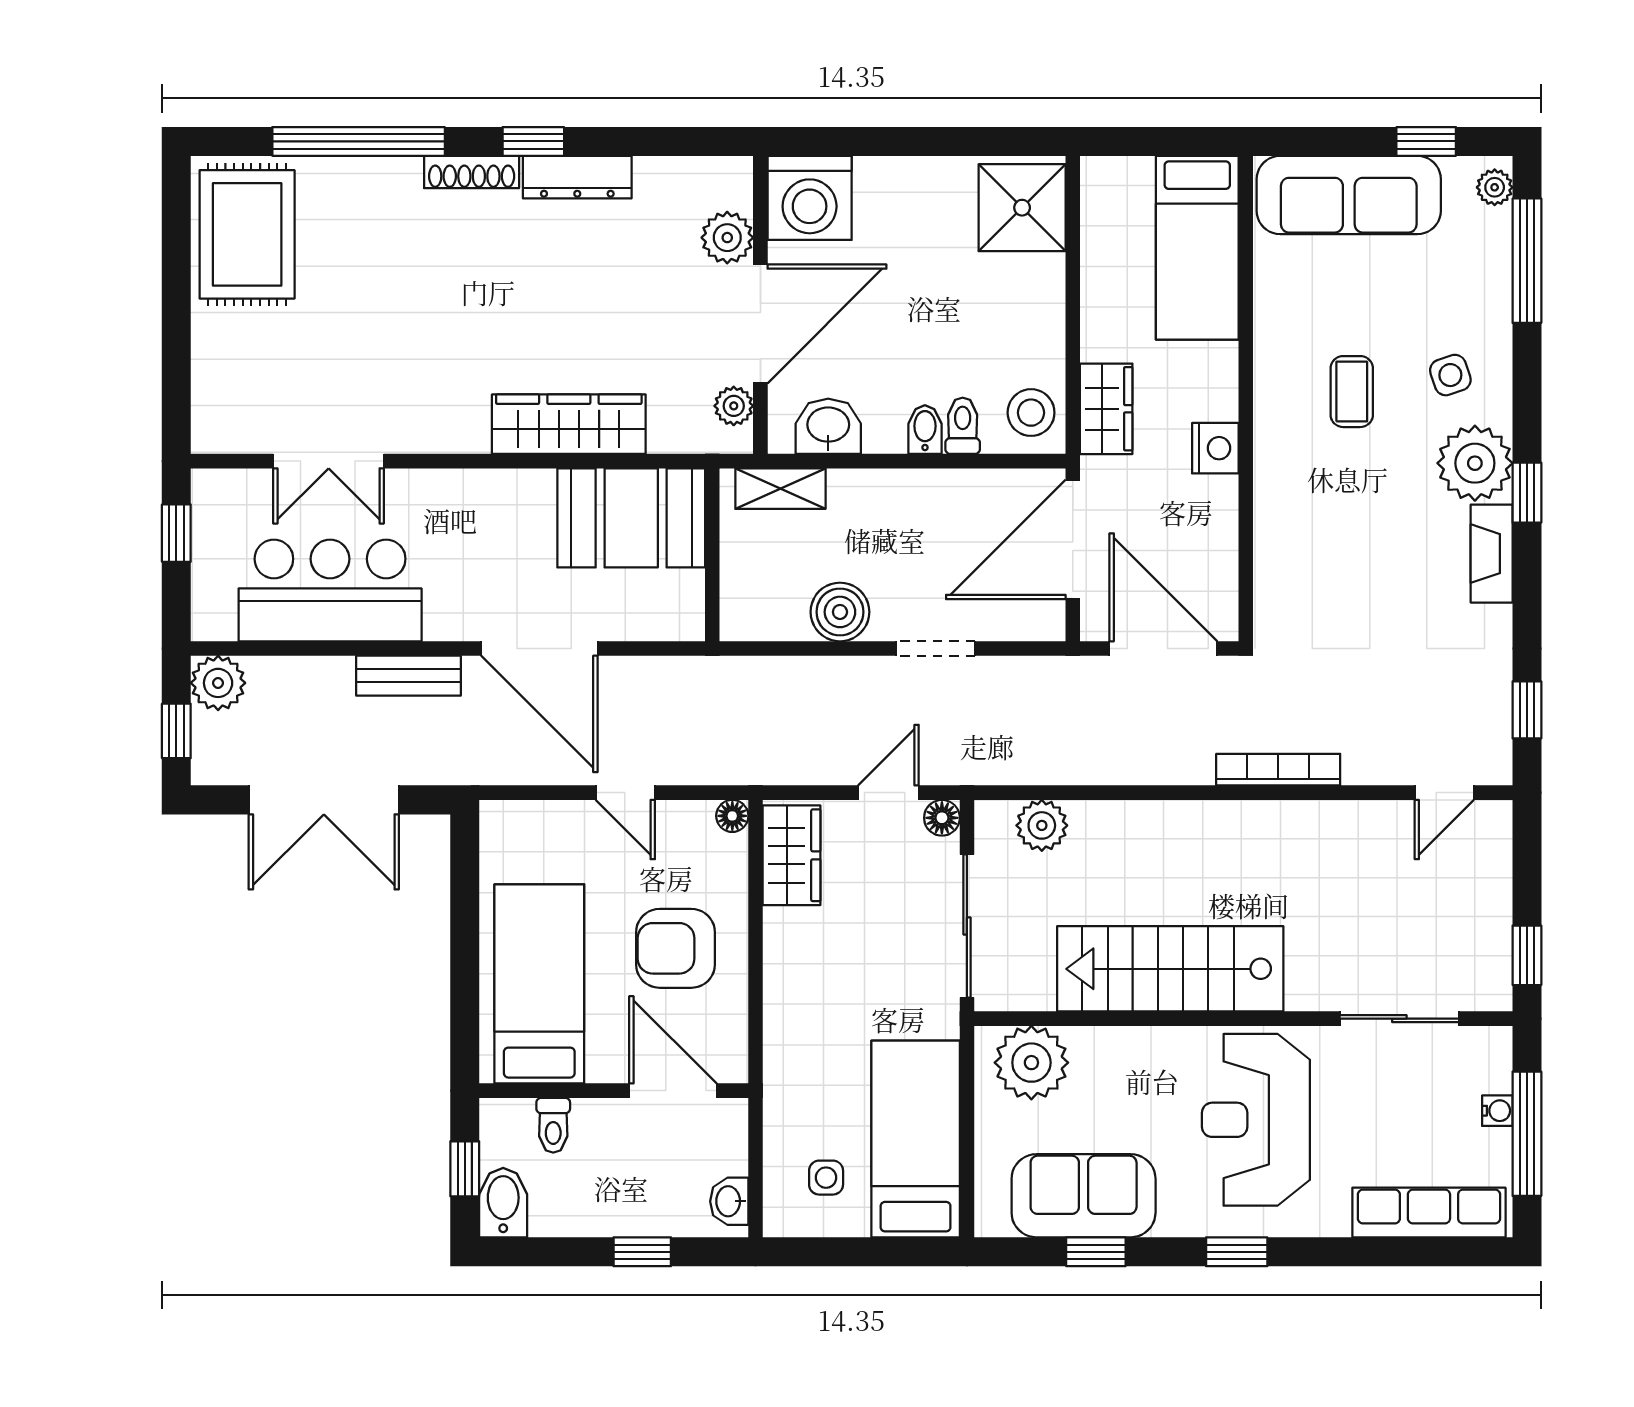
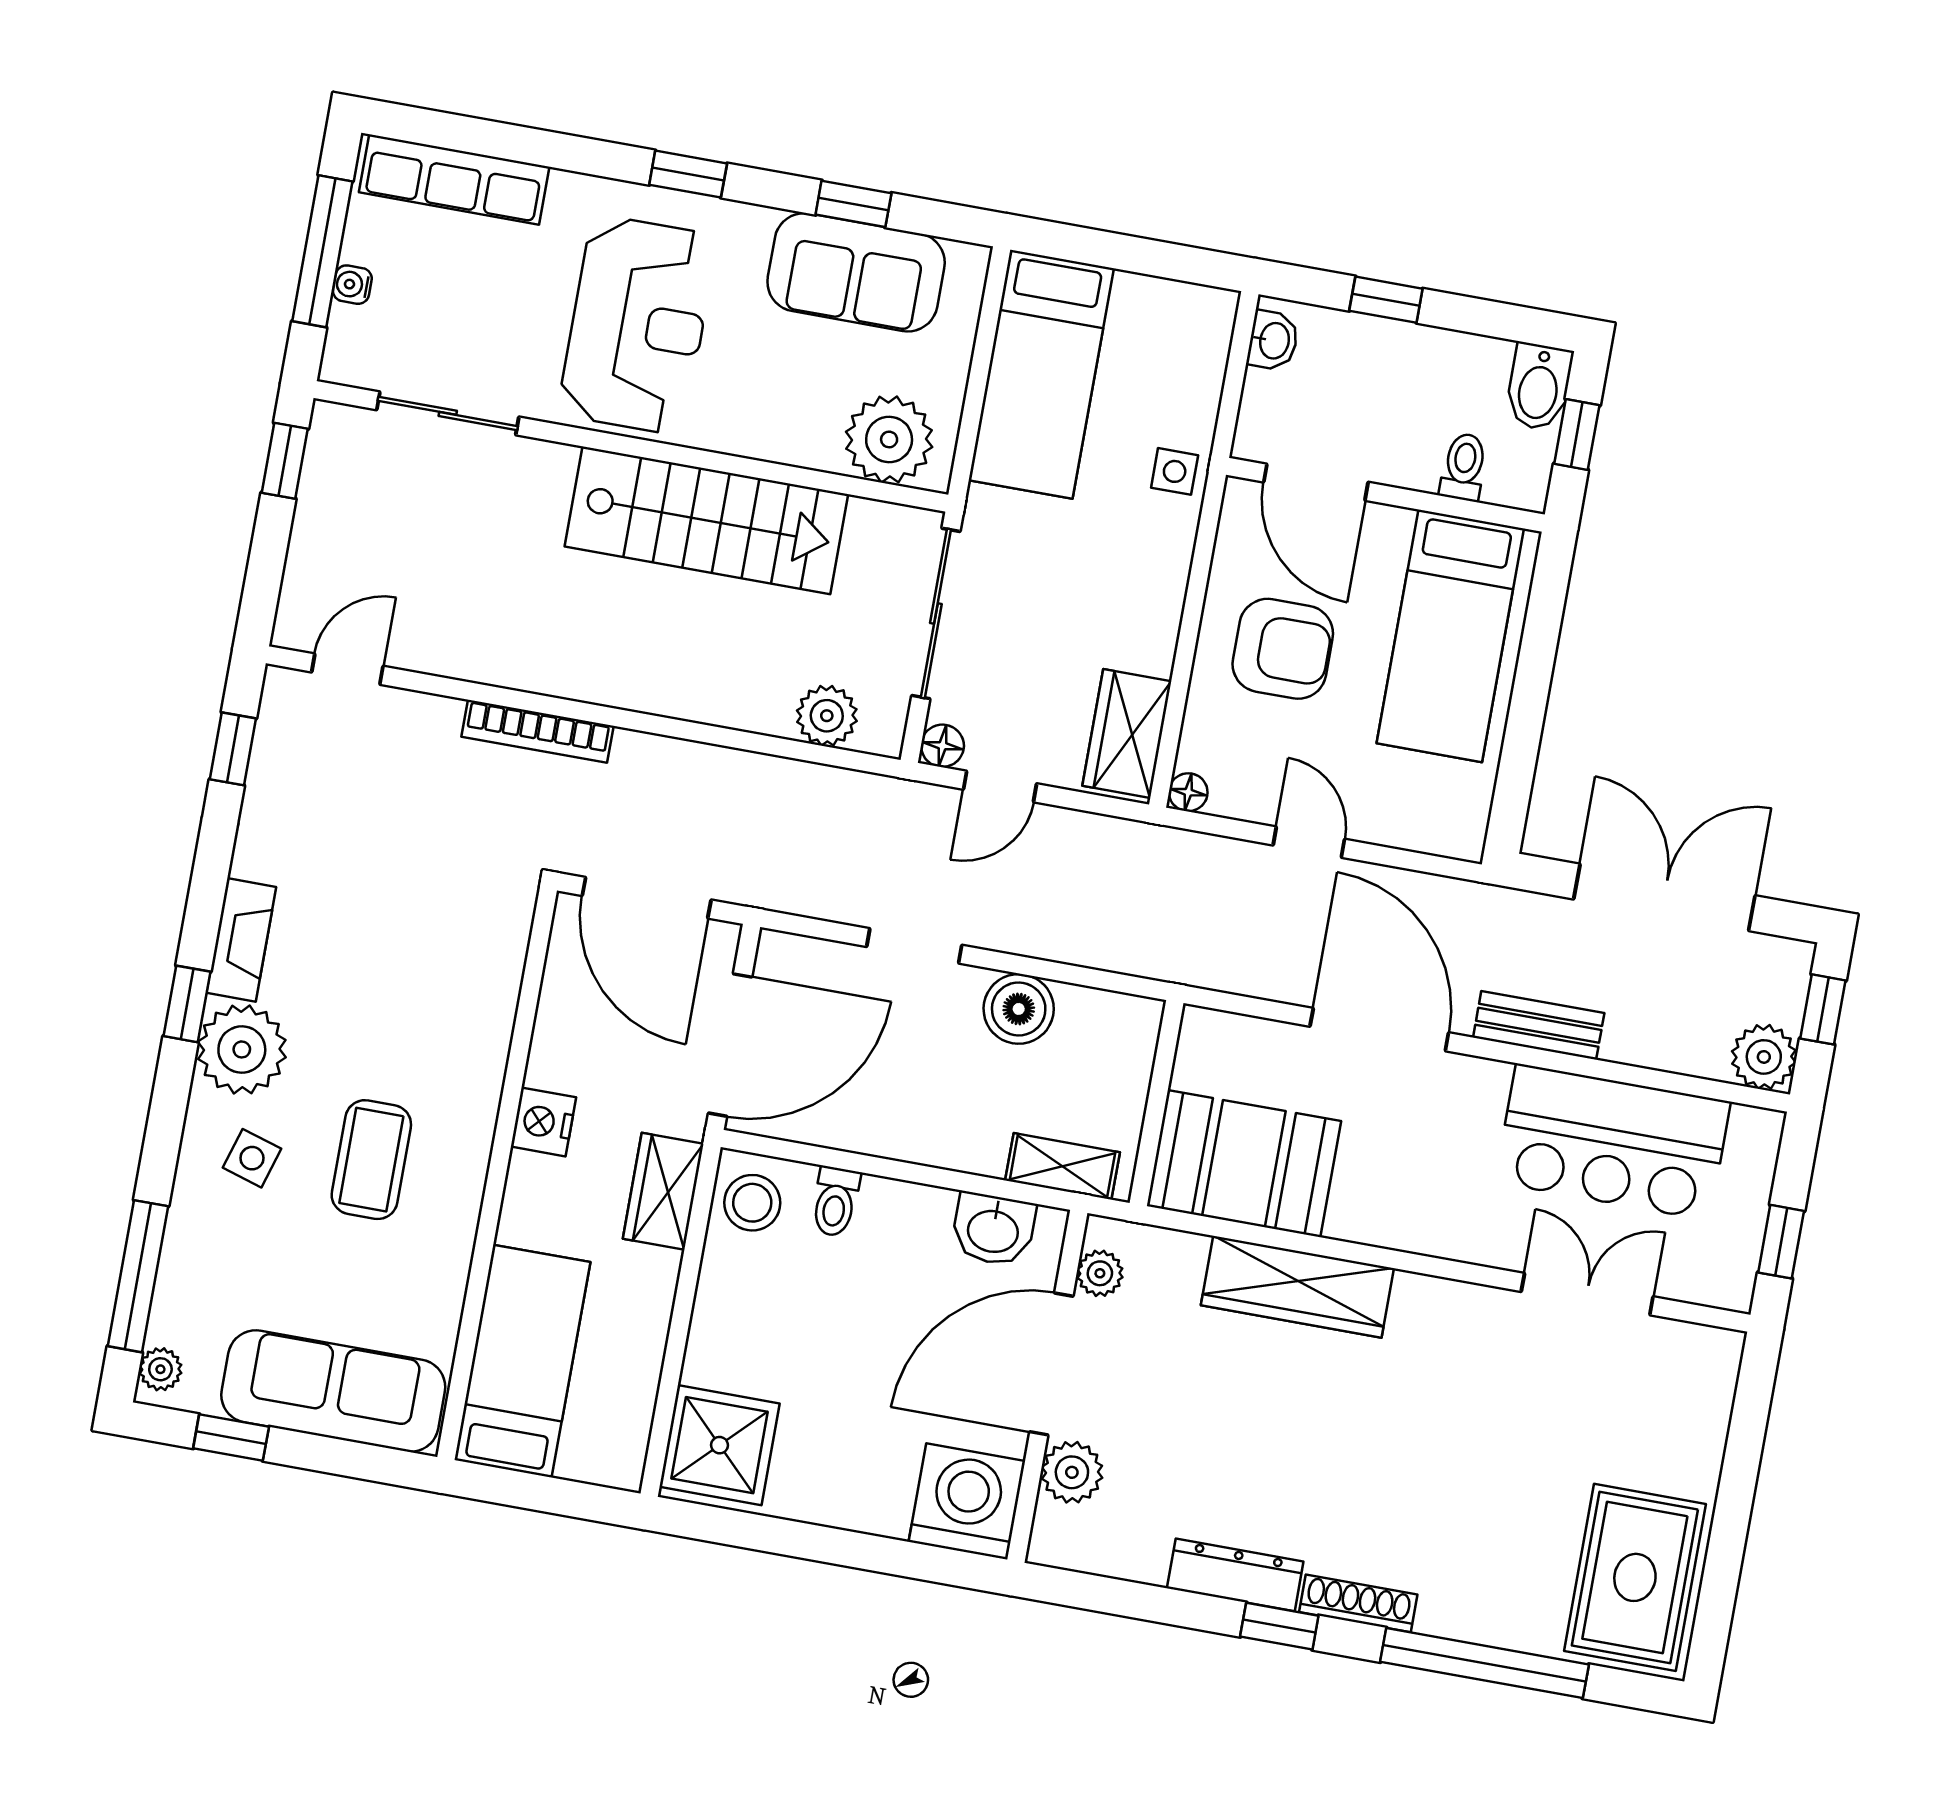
side table: (1450, 375) -> (252, 1158), turned 36
coffee table: (1352, 392) -> (371, 1160), width x1.36, depth x1.30
bidet: (925, 430) -> (880, 1205), removed
side table: (826, 1178) -> (1175, 471), moved

